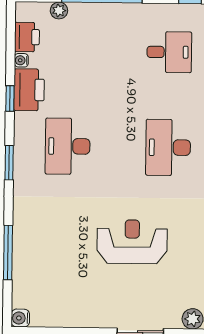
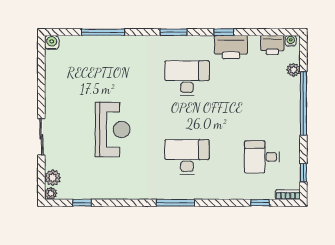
desk: (169, 52) -> (262, 157), turned 90
water cooler: (21, 60) -> (291, 41), moved

